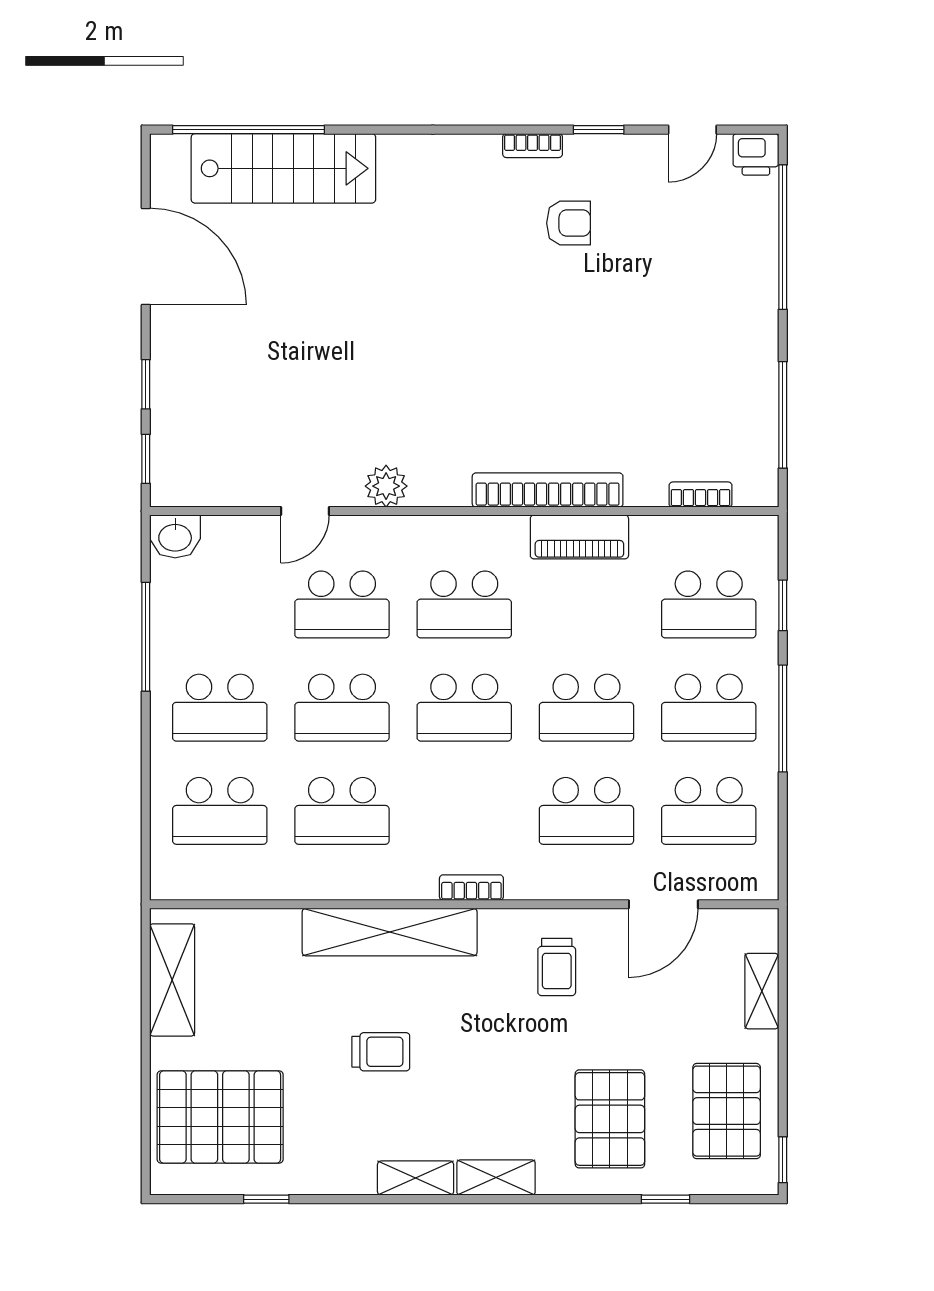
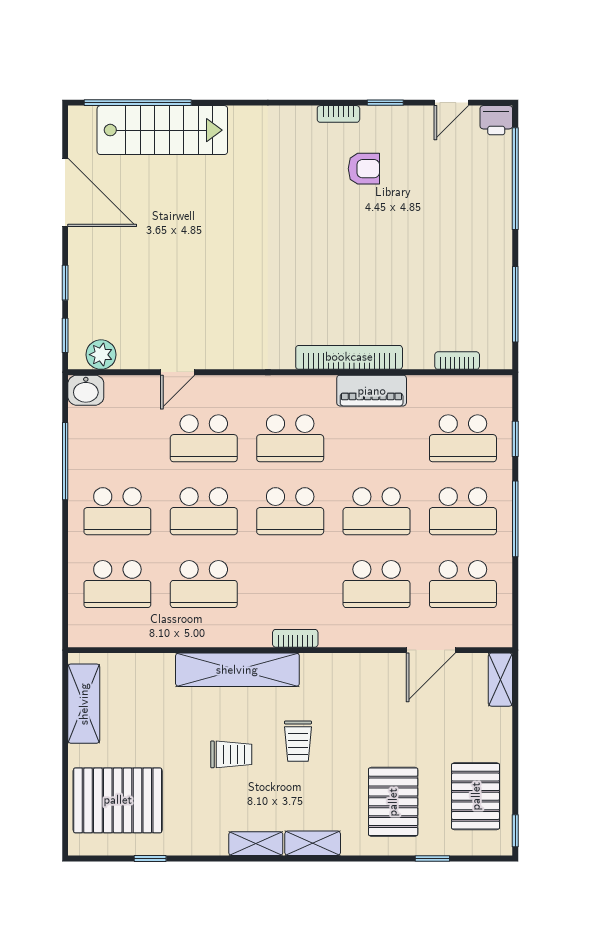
plant: (386, 486) -> (101, 355), moved
trolley: (557, 967) -> (298, 741), moved
shelving: (762, 991) -> (500, 680), moved

